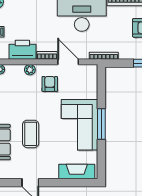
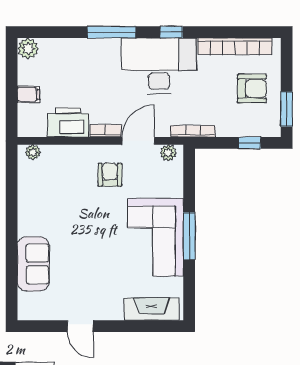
door: (68, 62) -> (138, 141), hinge flipped
plant: (30, 70) -> (168, 153), moved
coffee table: (31, 134) -> (81, 251), removed

